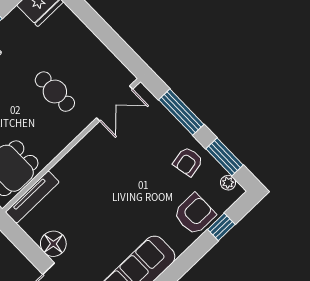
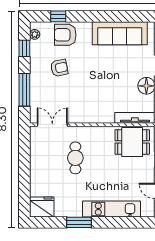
window: (224, 157) -> (24, 48), width x0.67
armchair: (188, 162) -> (59, 68), moved

